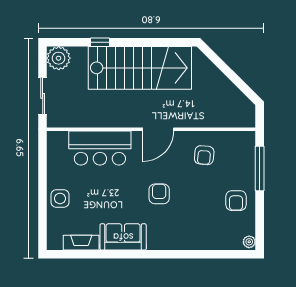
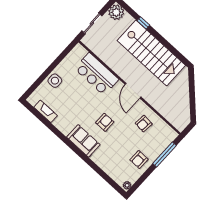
door: (158, 129) -> (133, 91), hinge flipped
sofa: (123, 237) -> (83, 141), moved

